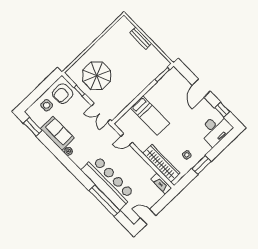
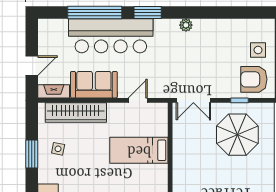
armchair: (63, 94) -> (254, 79), turned -90
double door: (101, 113) -> (193, 100), swing flipped
window: (33, 127) -> (148, 12), moved
sofa: (57, 133) -> (94, 85), moved, turned 180
door: (148, 217) -> (32, 66), moved

